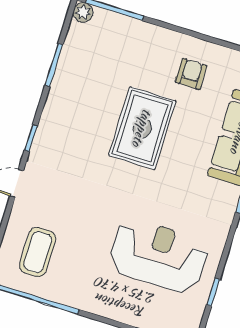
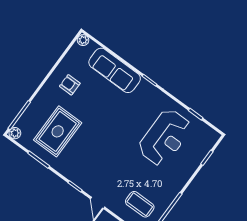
rug: (142, 128) -> (58, 131), moved, turned 90
reception desk: (159, 256) -> (165, 138), turned 180

